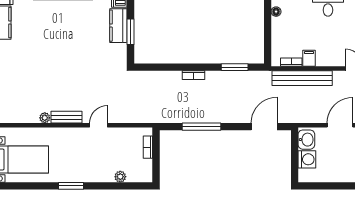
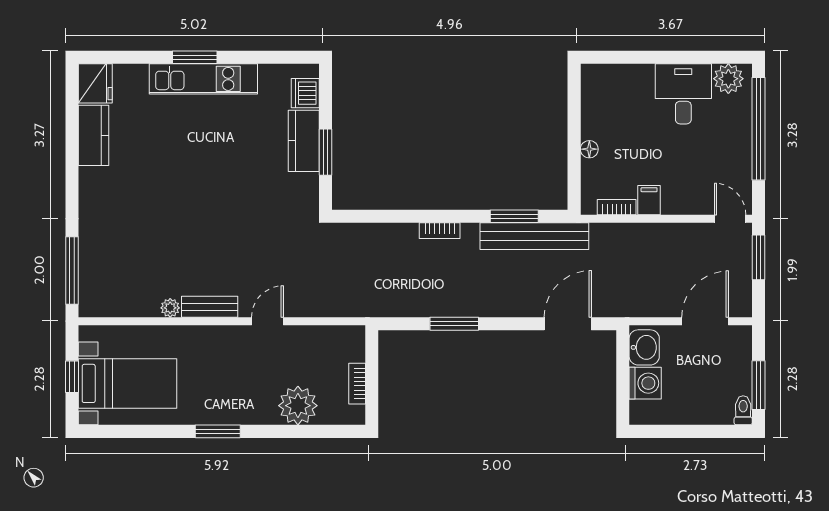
floor lamp: (276, 12) -> (589, 149), moved
bench: (302, 78) -> (534, 236), moved
window: (202, 127) -> (454, 324), width x0.69
bookcase: (148, 147) -> (357, 384), moved
plant: (120, 177) -> (298, 406), width x1.88, depth x1.88

